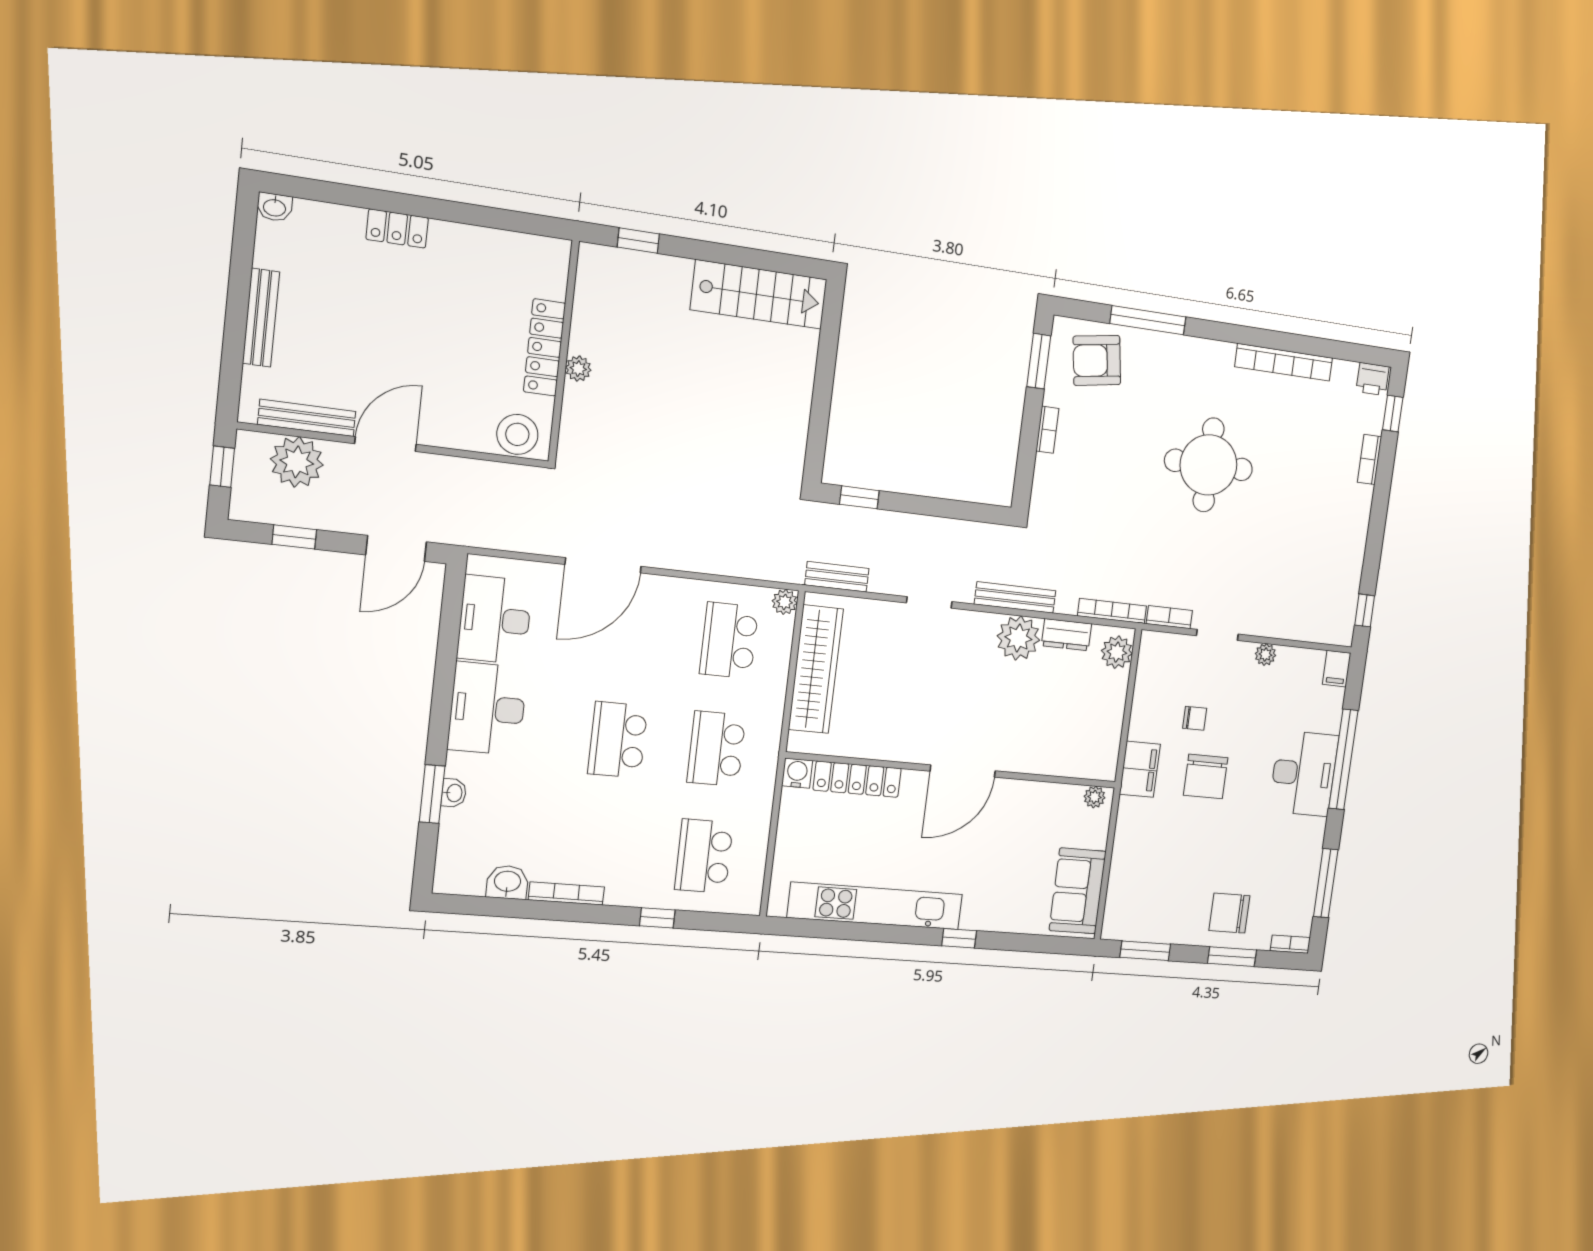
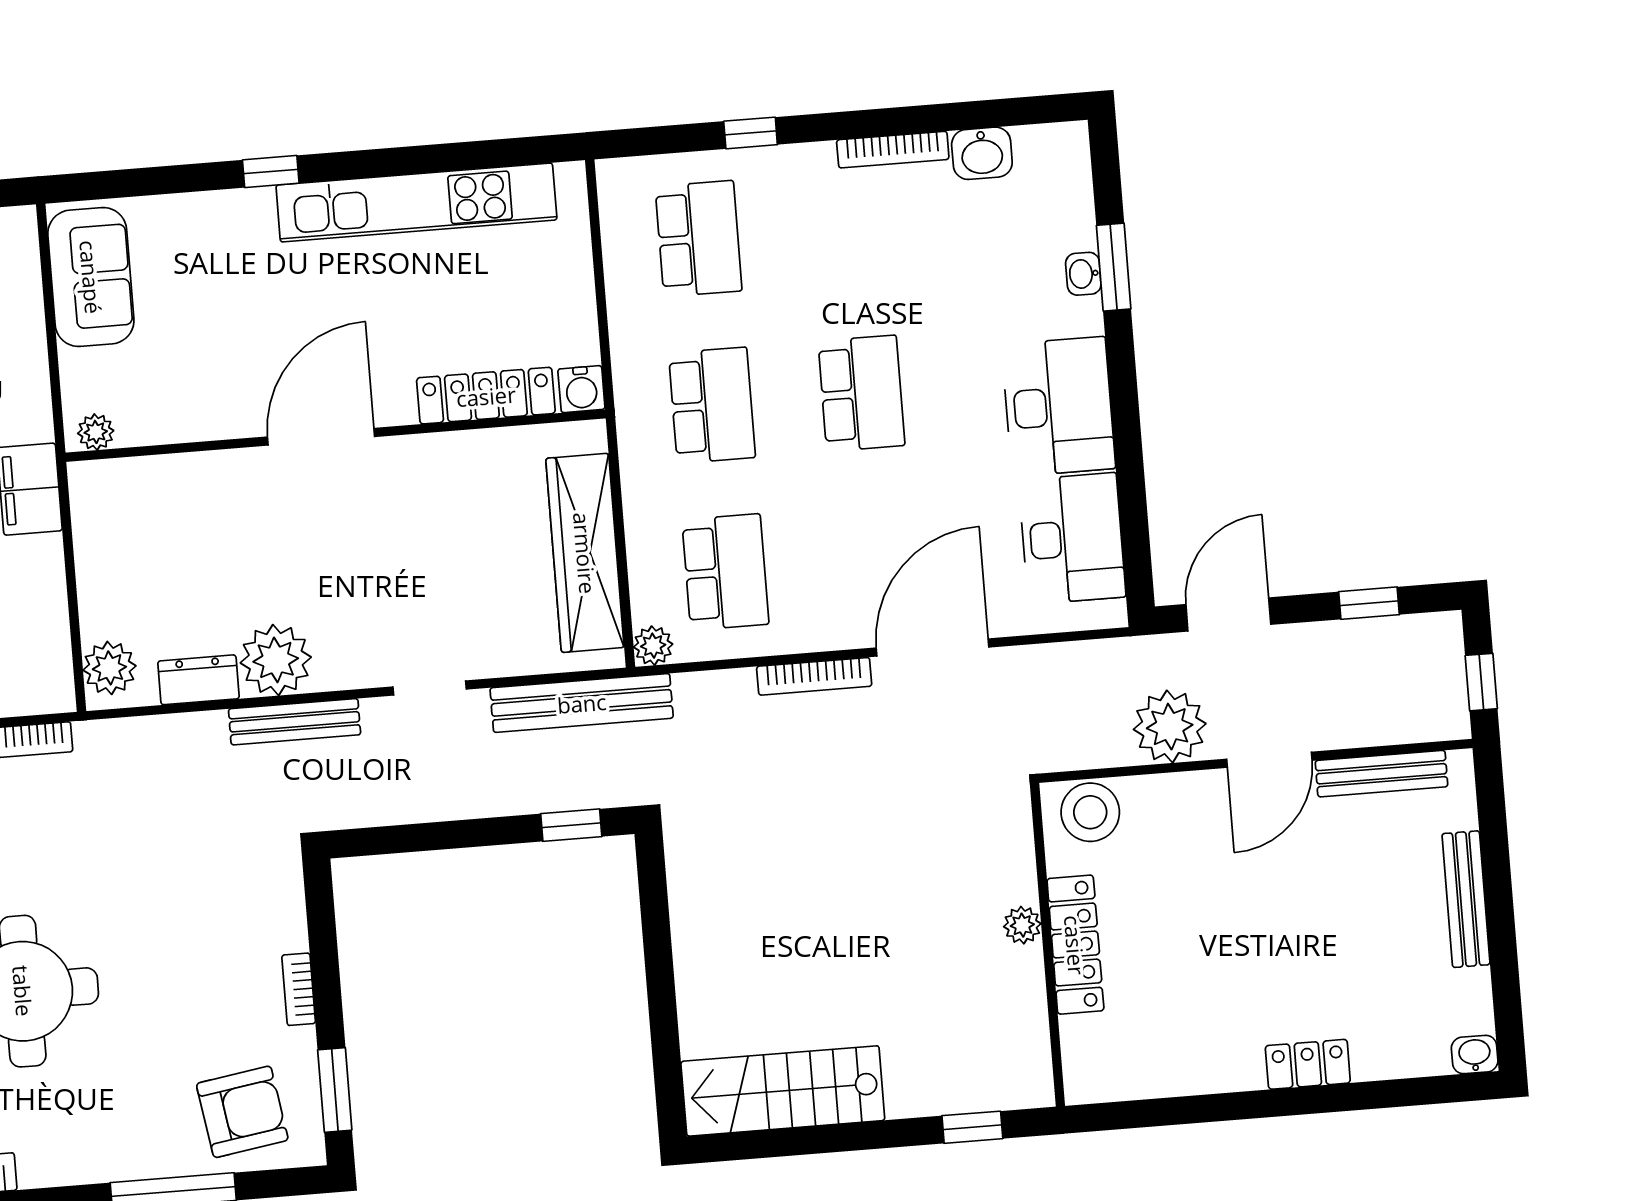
plant: (297, 462) -> (1170, 727), moved
bench: (837, 577) -> (582, 703), width x1.86, depth x1.21
bookcase: (1112, 611) -> (814, 676), moved

